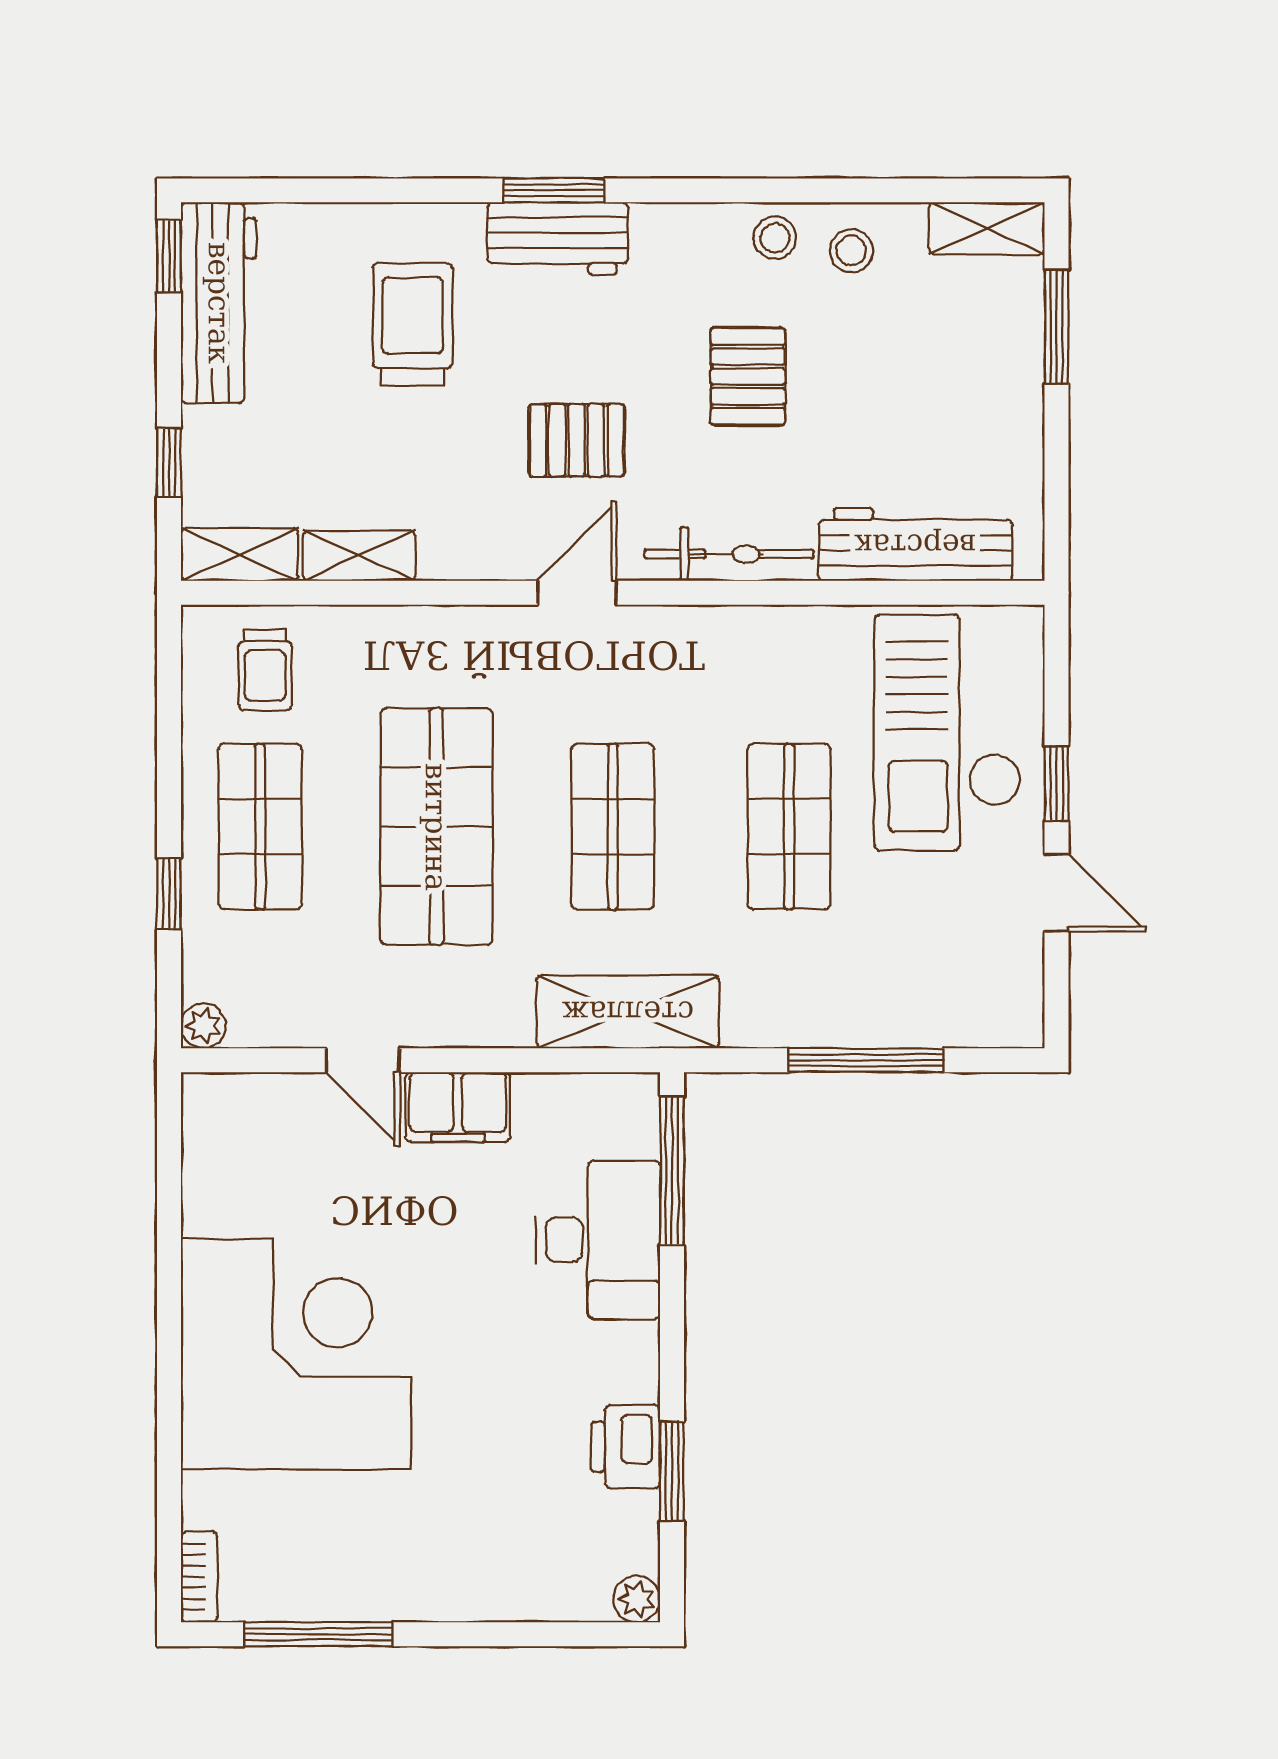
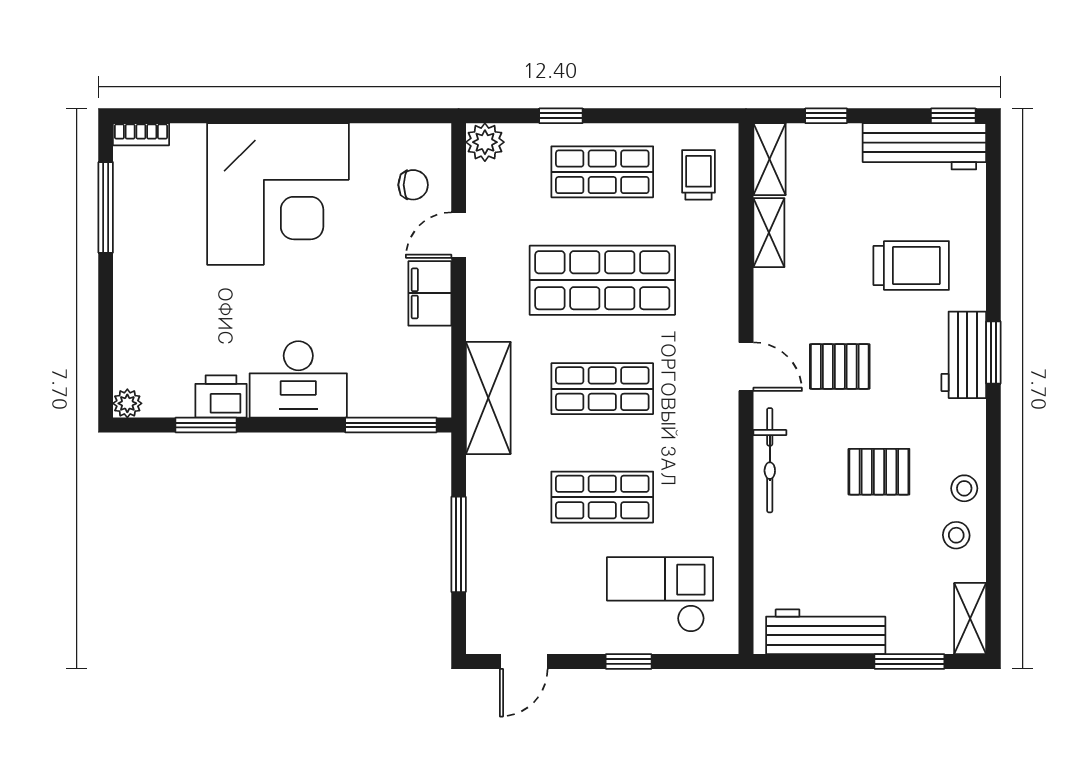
pallet: (577, 440) -> (840, 366), turned 90
workbench: (915, 545) -> (826, 632), moved, turned -90
trolley: (265, 670) -> (698, 175), turned 90
checkout: (948, 733) -> (660, 595), width x0.73, depth x0.83
door: (1057, 893) -> (524, 662), moved
plant: (203, 1026) -> (485, 142), width x1.38, depth x1.38
chair: (281, 1134) -> (413, 185), added
desk: (598, 1240) -> (298, 379), moved

